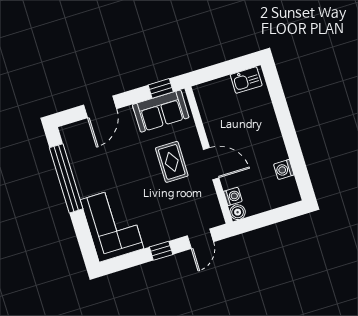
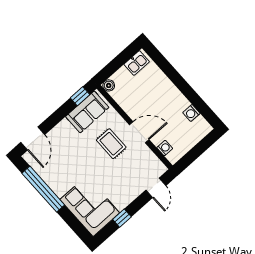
door: (100, 107) -> (33, 138), moved
boiler: (238, 212) -> (109, 85), moved
window: (161, 251) -> (122, 218), moved

